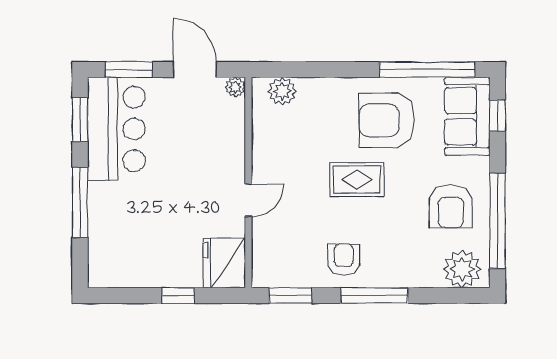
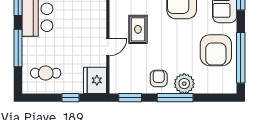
rug: (357, 179) -> (138, 29), moved, turned 90
armchair: (451, 207) -> (216, 50), width x1.36, depth x1.36
cafe table: (132, 249) -> (46, 73), added
plant: (462, 269) -> (184, 84), moved

